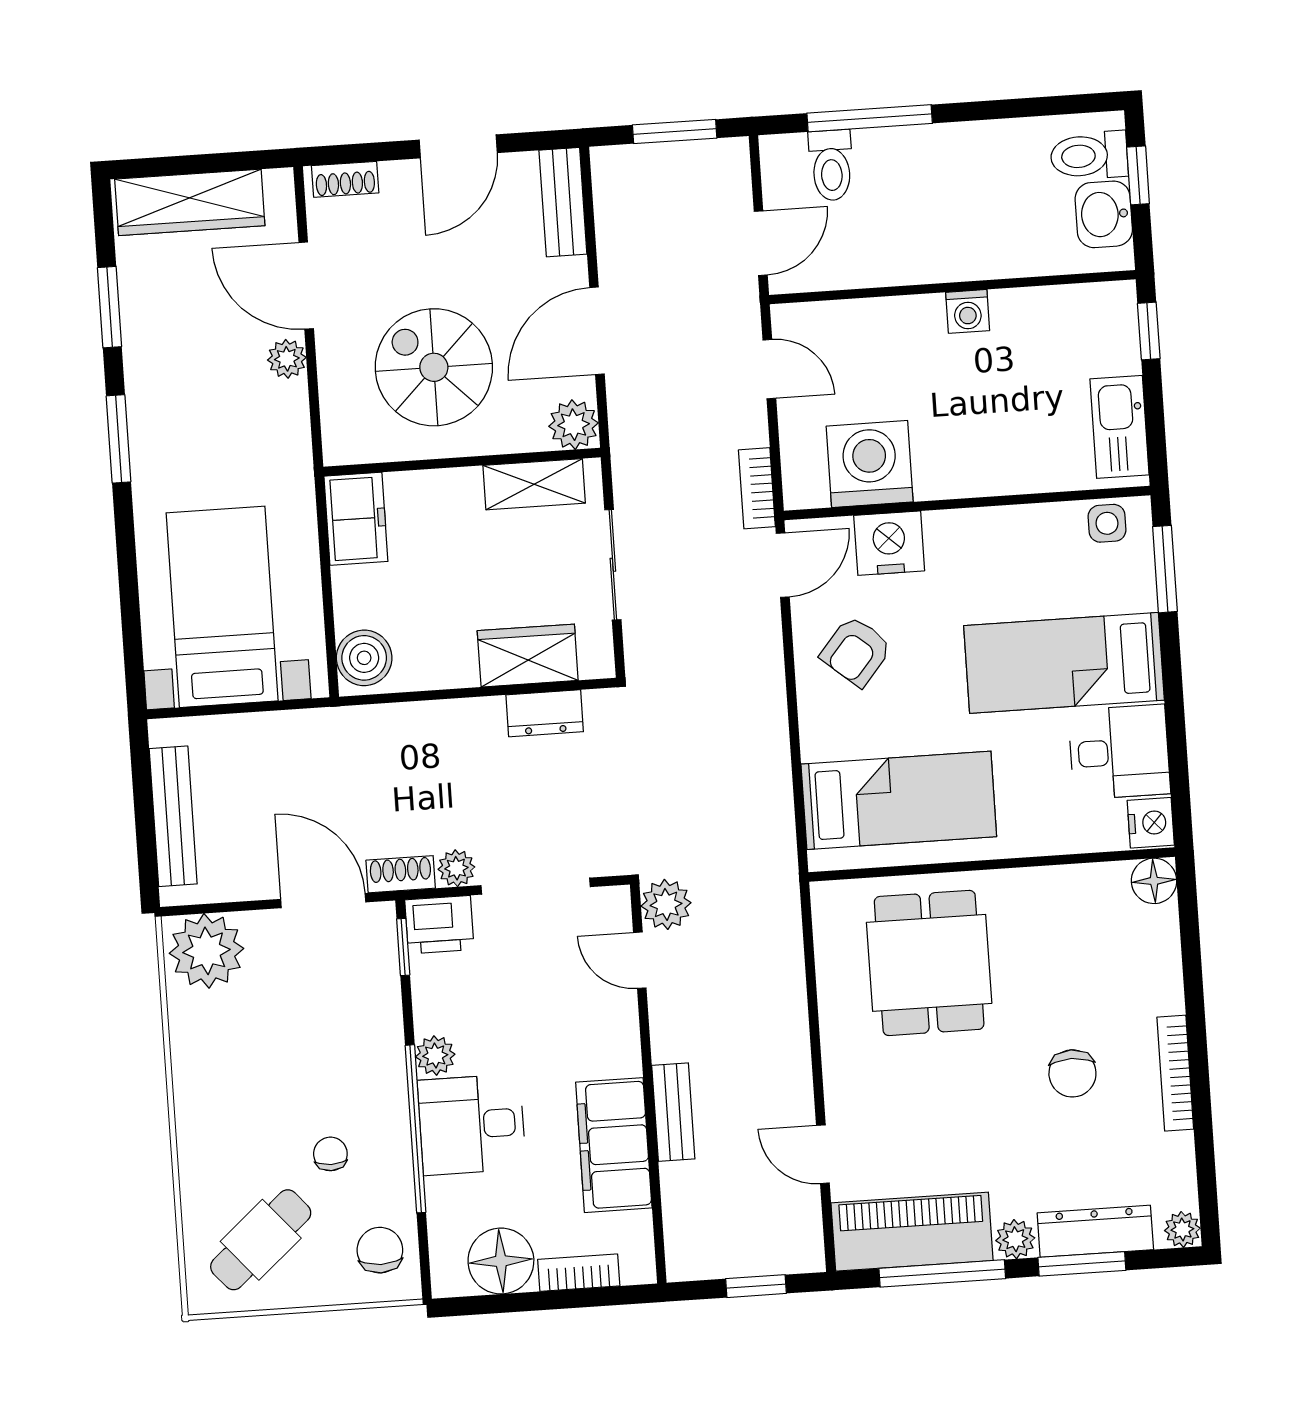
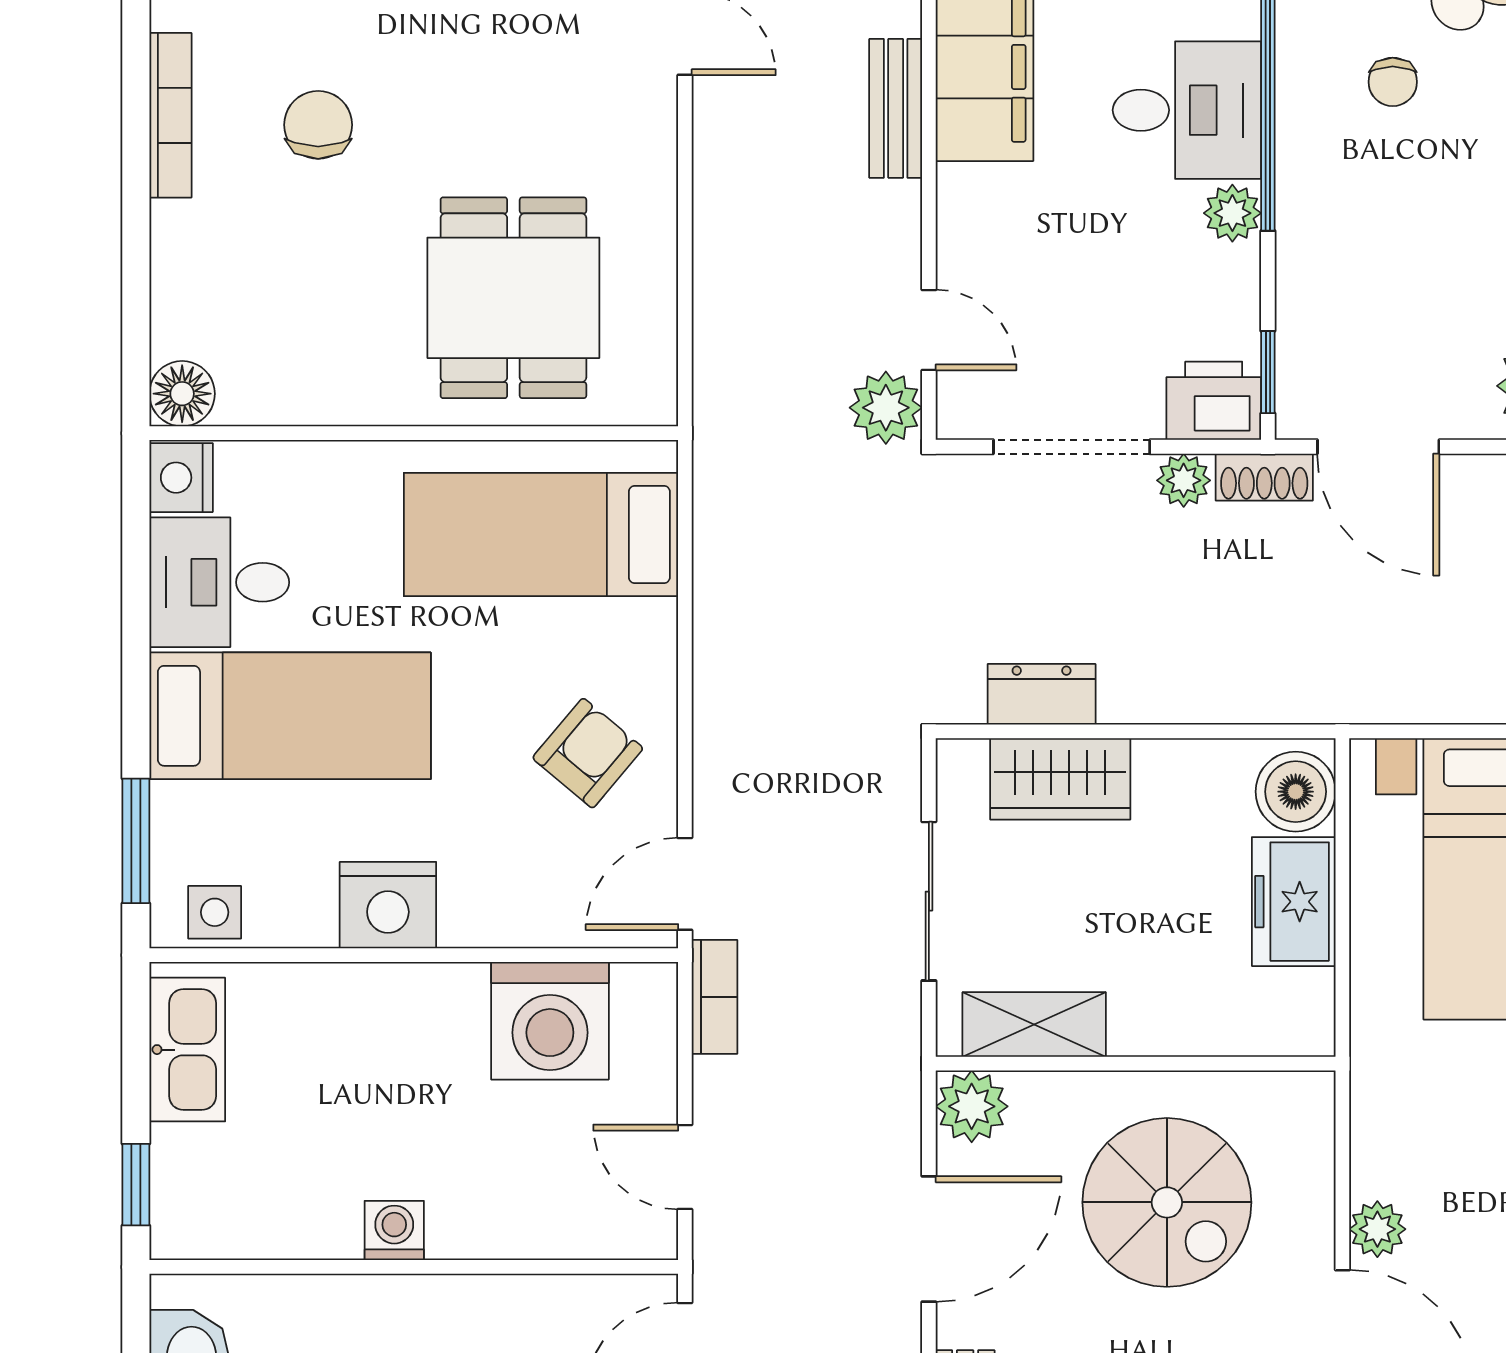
freezer: (356, 519) -> (1294, 902), moved
nightstand: (889, 543) -> (388, 905), moved

